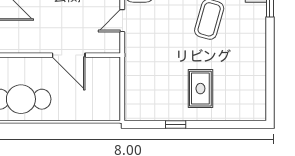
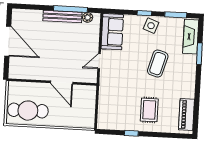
piano: (256, 92) -> (187, 115), added

